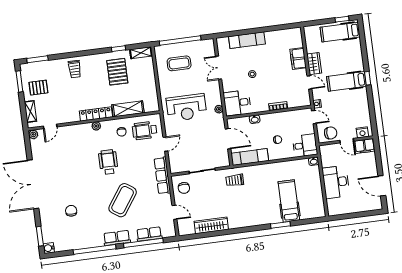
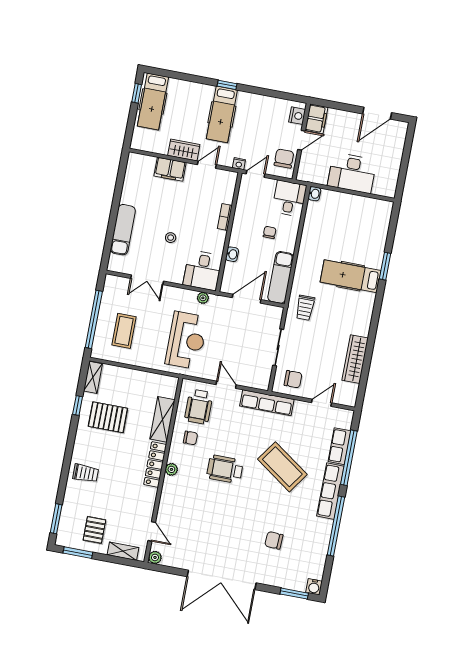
hospital bed: (289, 201) -> (351, 276), moved
row of seats: (117, 238) -> (330, 491), width x1.48

